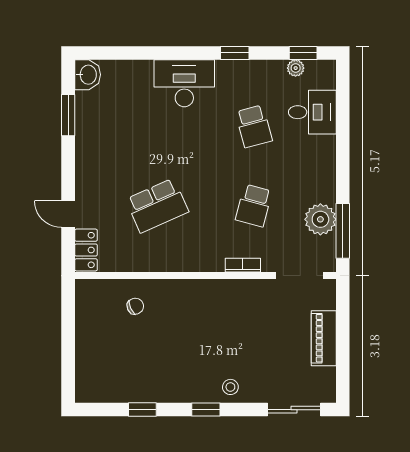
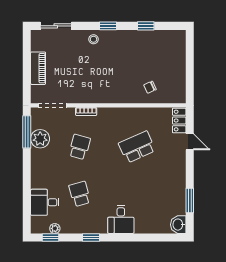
desk: (184, 83) -> (121, 219), width x0.73

